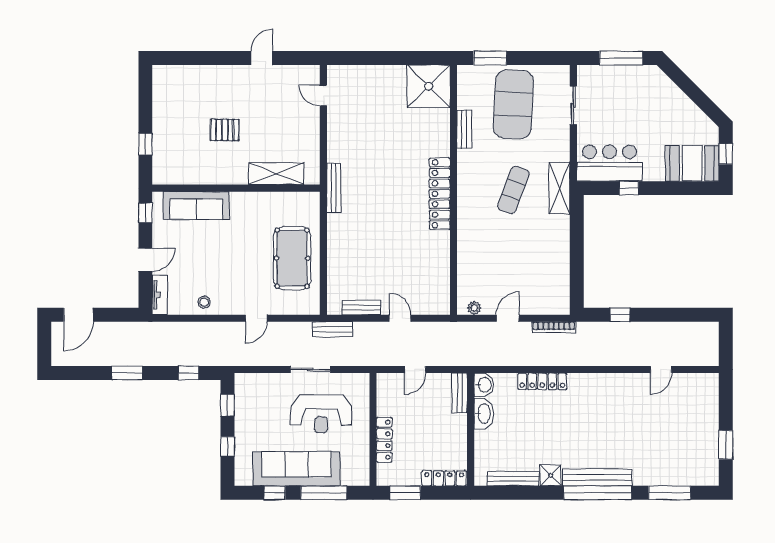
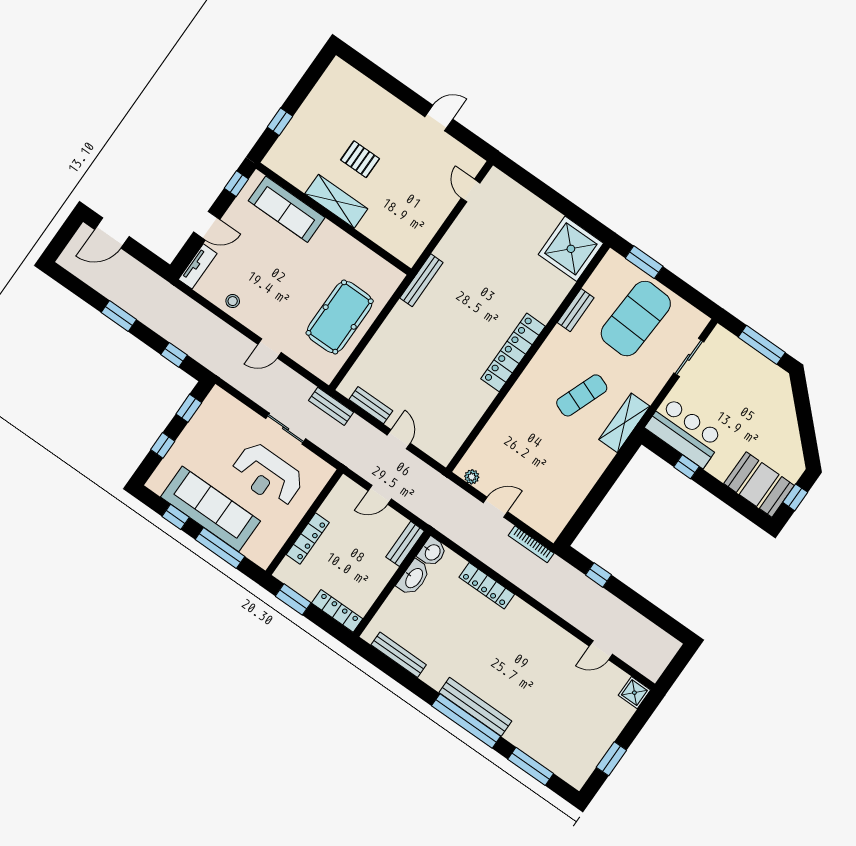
shelving: (276, 174) -> (336, 201), moved
shower: (551, 475) -> (634, 693), moved

